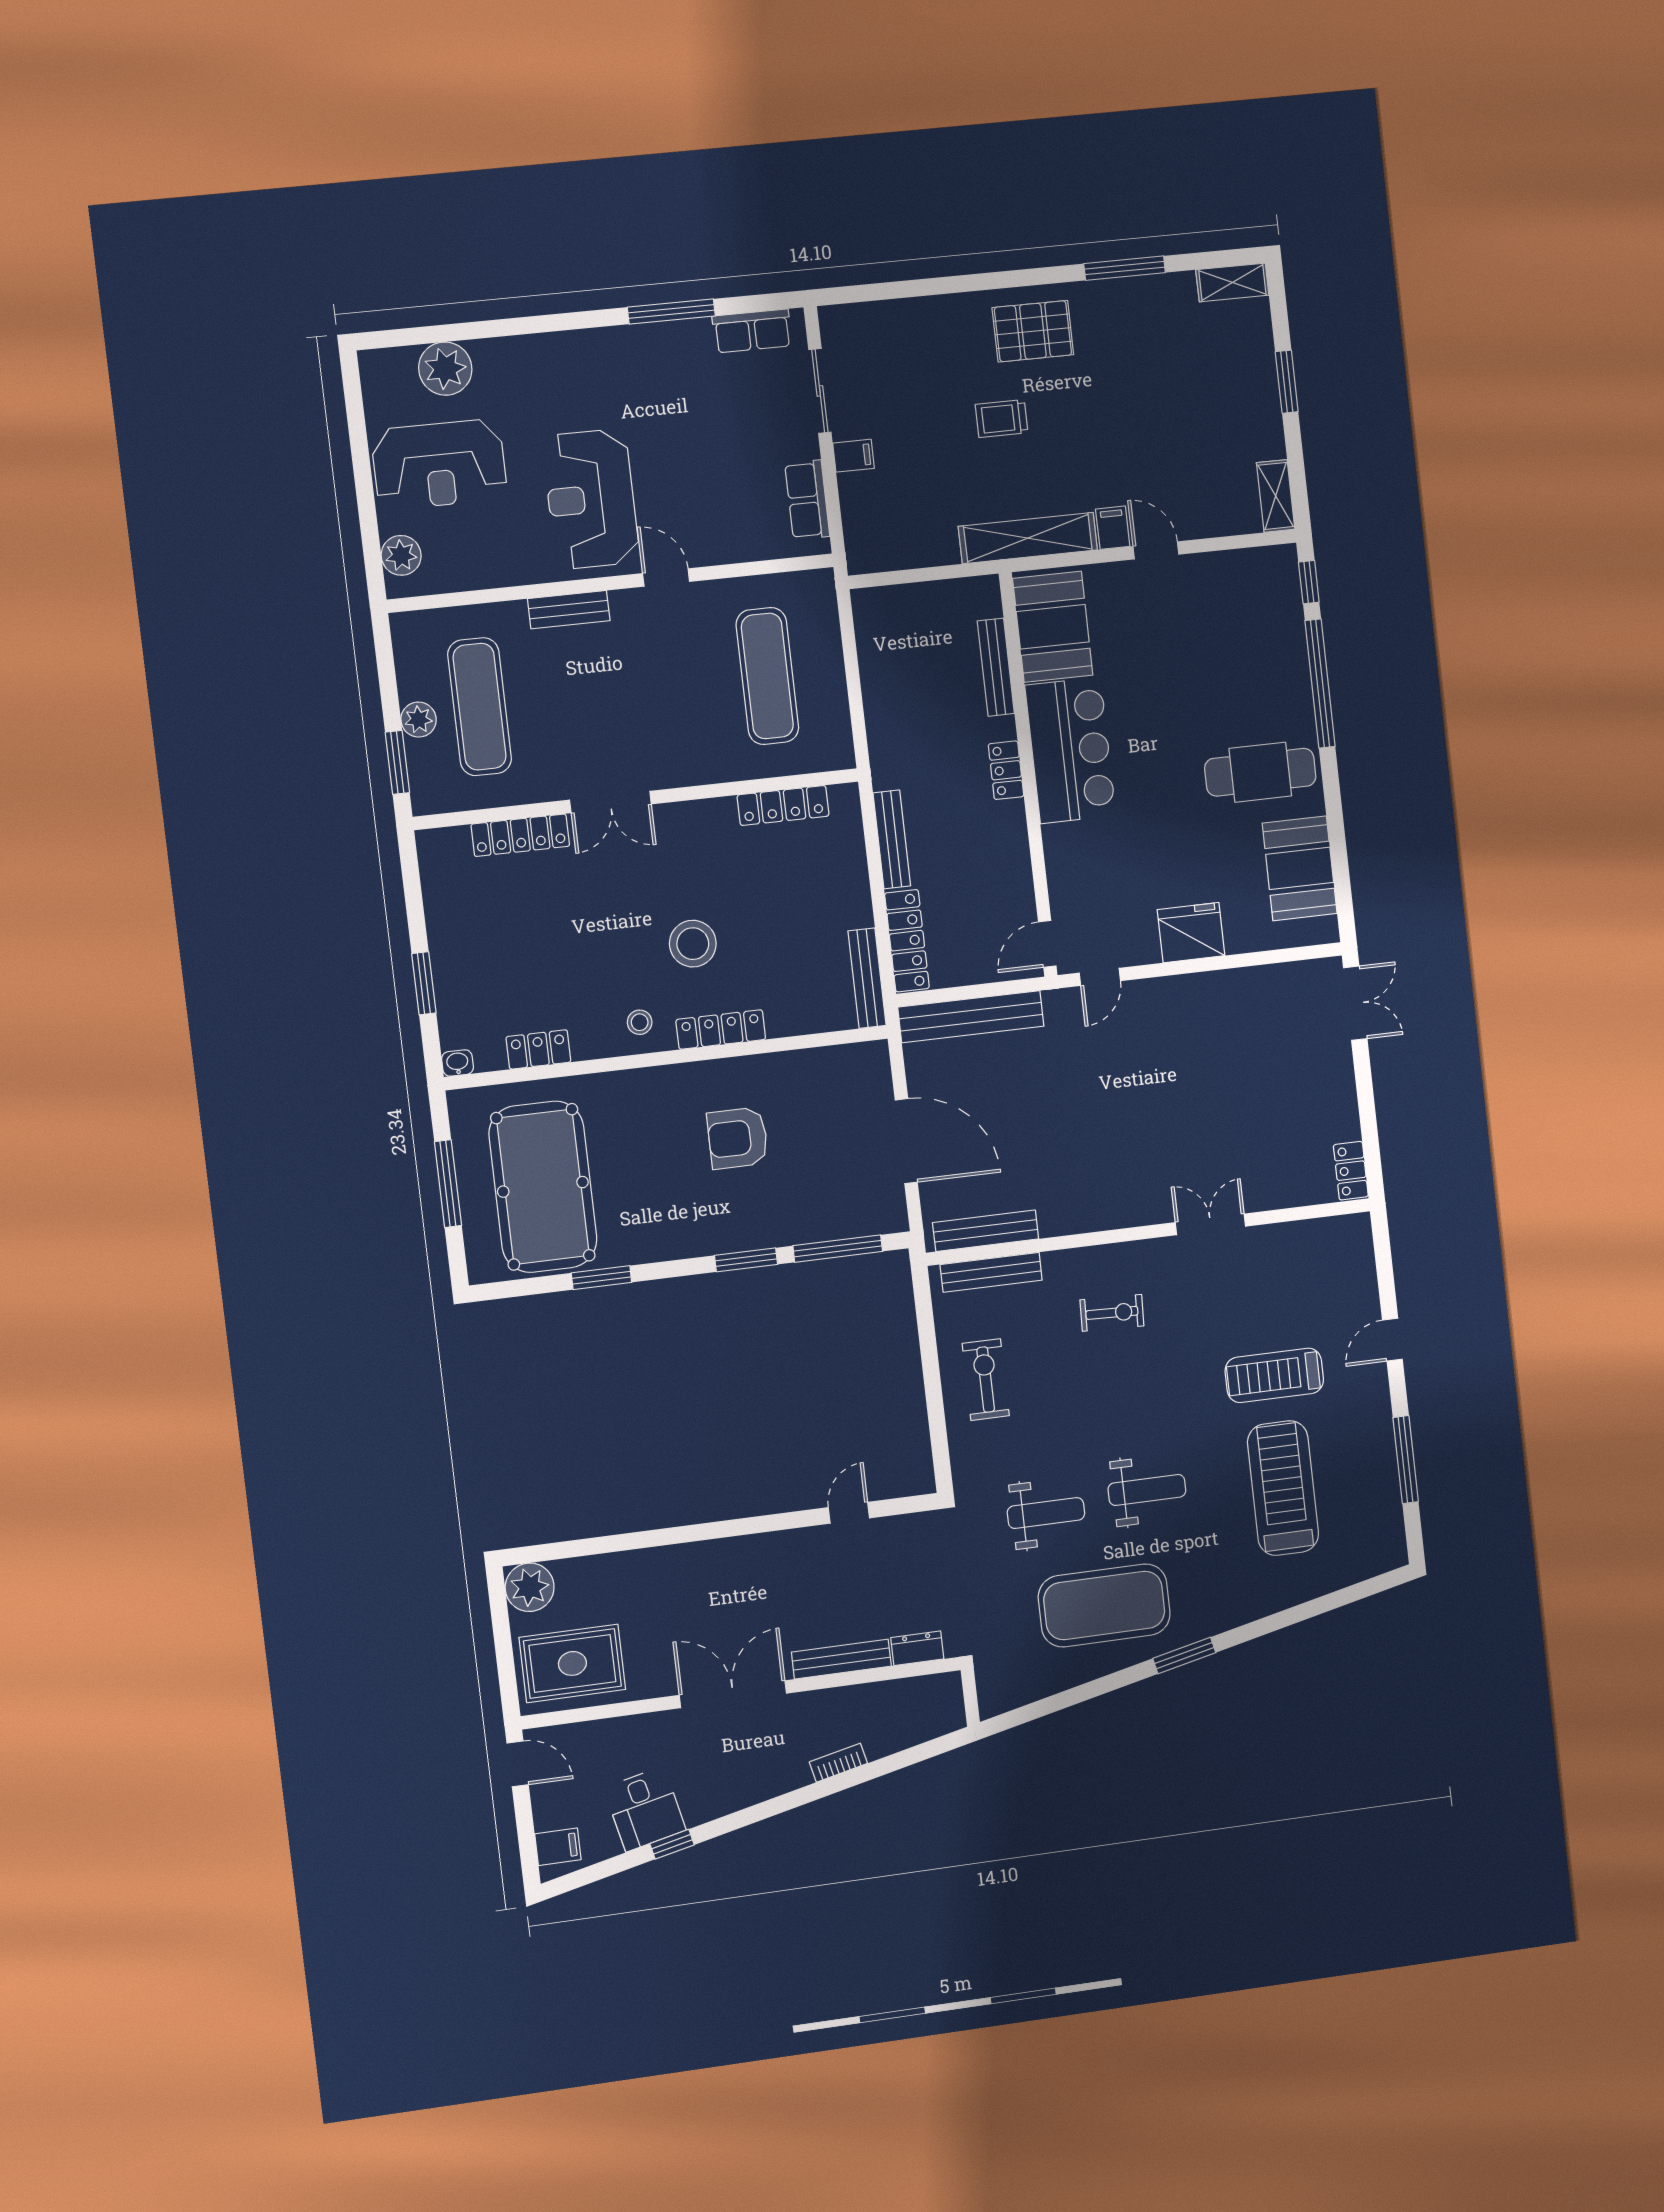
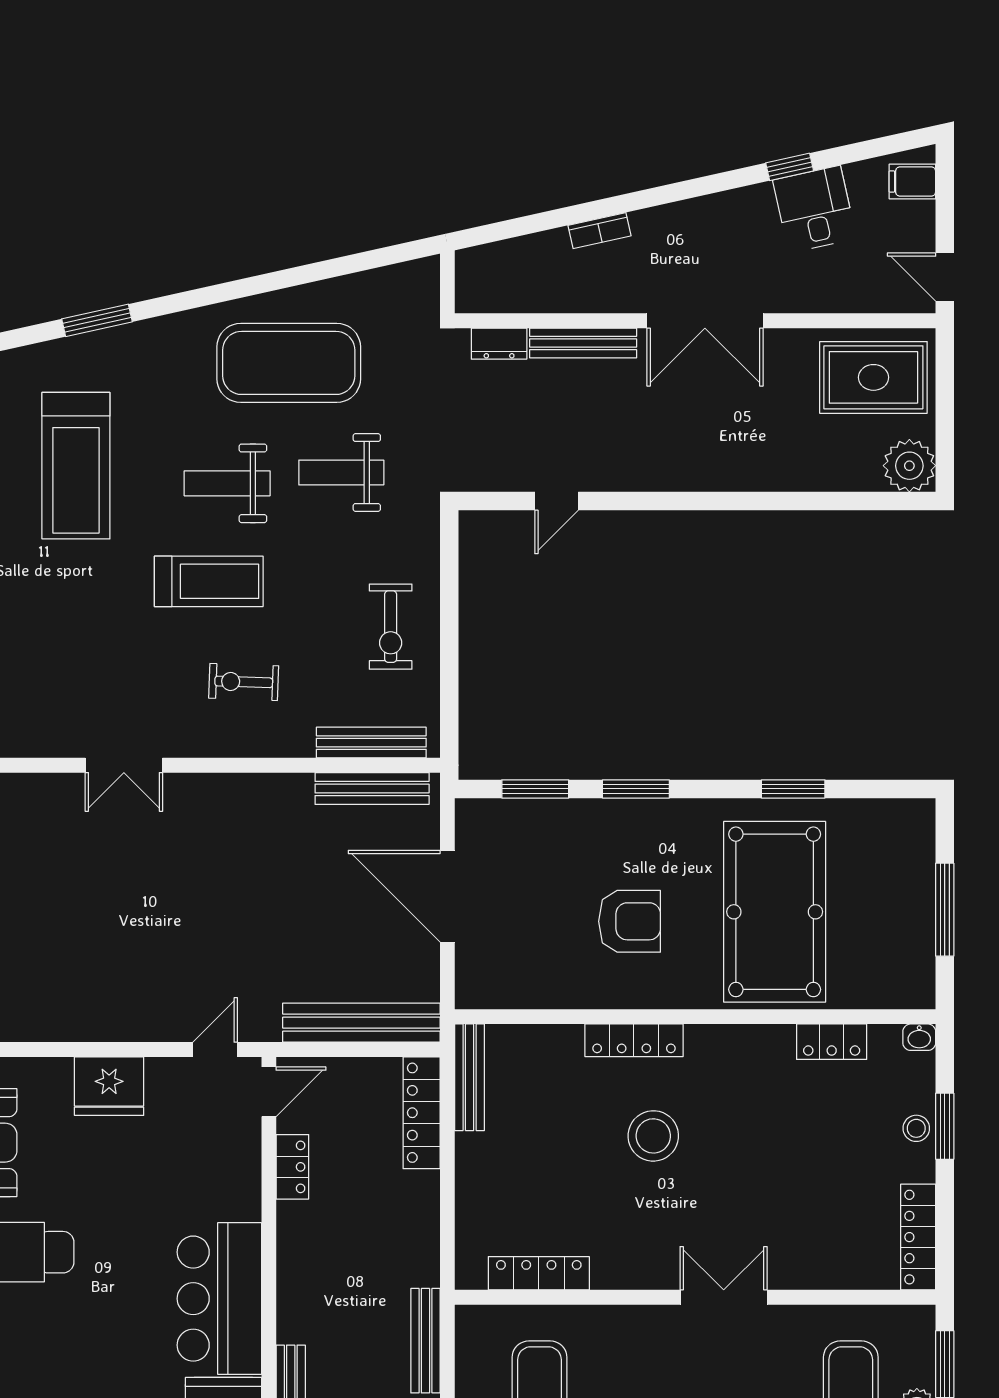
locker: (1006, 770) -> (292, 1167), moved
locker: (520, 835) -> (918, 1237), moved, turned -90
bench: (892, 839) -> (425, 1341), moved
stool: (640, 1022) -> (916, 1128), moved
pool table: (543, 1187) -> (775, 912), moved
window: (838, 1249) -> (535, 789), width x0.69
treadmill: (1274, 1375) -> (209, 581), moved
window: (1184, 1656) -> (97, 320), moved

